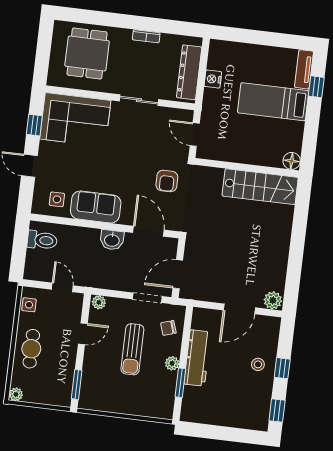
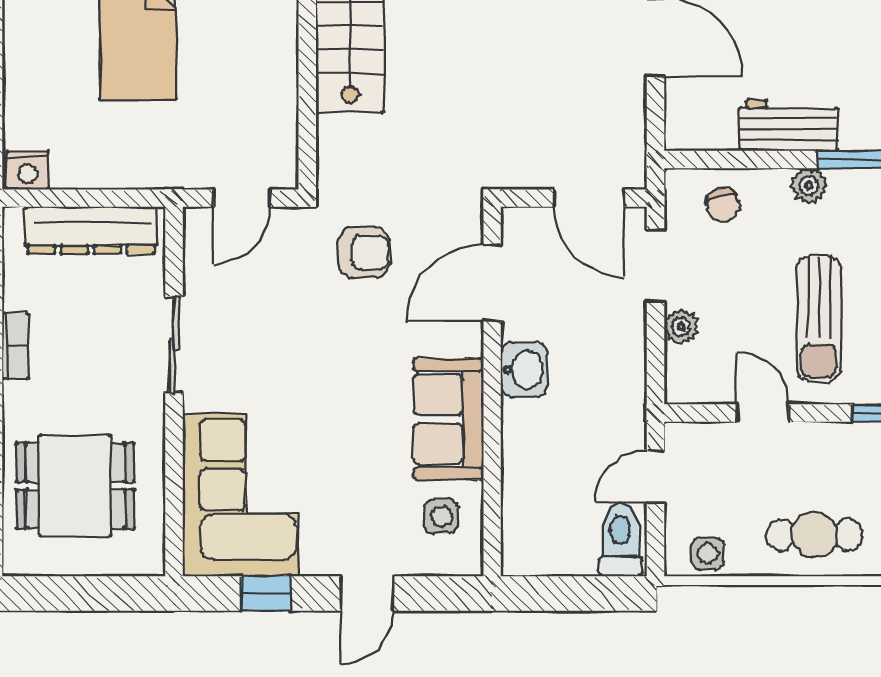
nightstand: (213, 79) -> (28, 170), moved
toilet: (42, 240) -> (620, 540), moved
plant: (99, 302) -> (681, 327), moved
sun lounger: (132, 349) -> (819, 319), moved, turned 90
workbench: (197, 358) -> (788, 125), width x0.73

